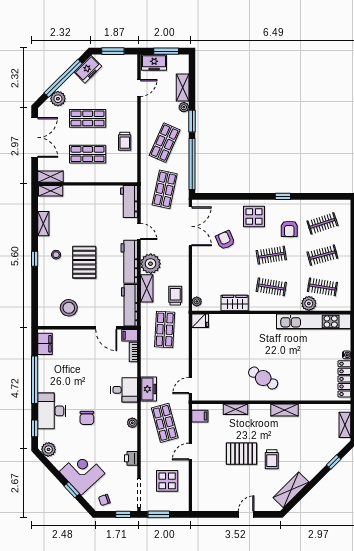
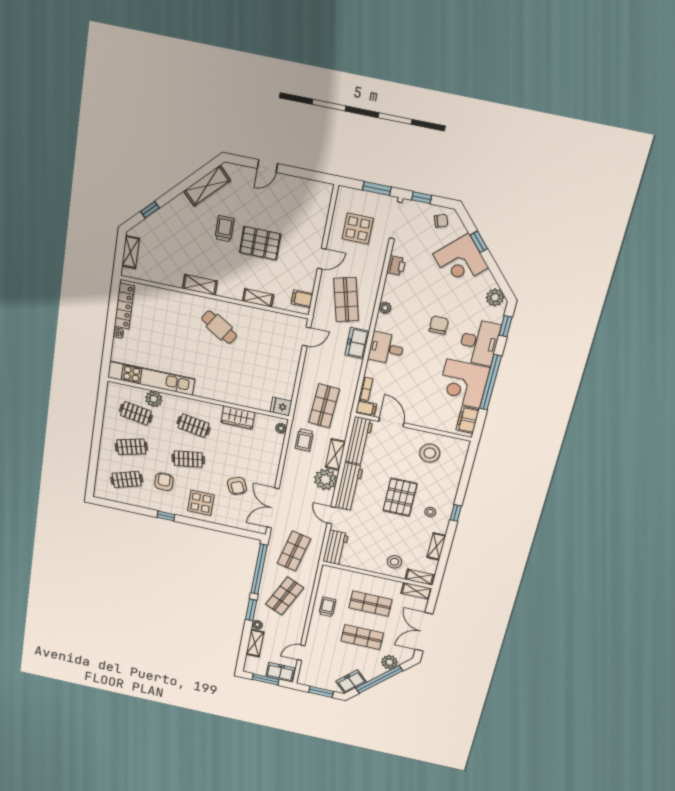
stool: (76, 200) -> (394, 562), added
corner desk: (56, 374) -> (463, 384), added

